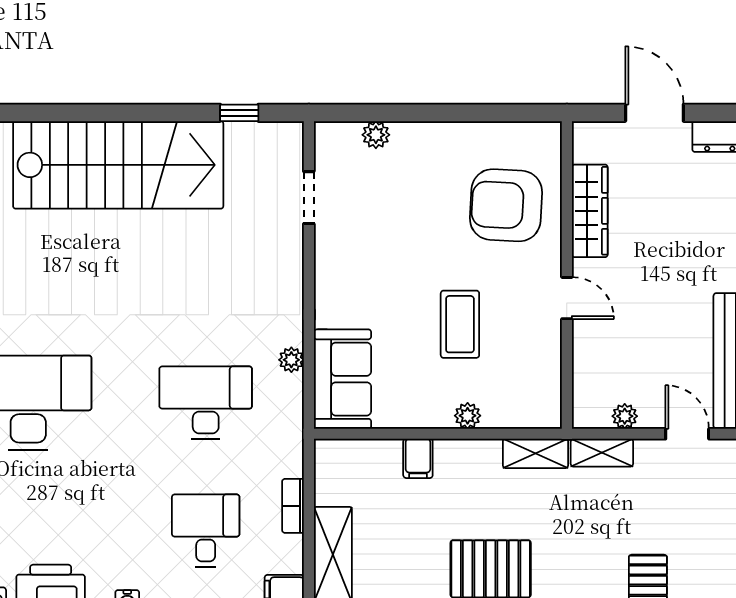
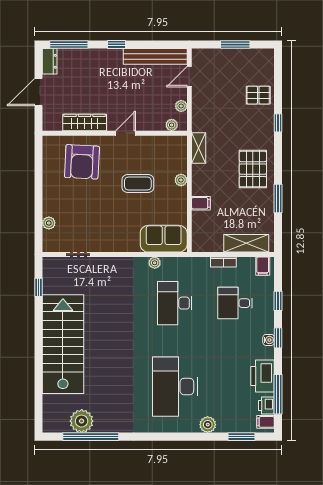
plant: (584, 396) -> (172, 125), added
shelving: (602, 453) -> (198, 117), removed

